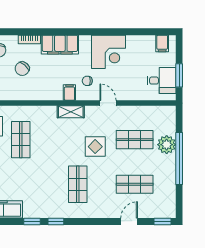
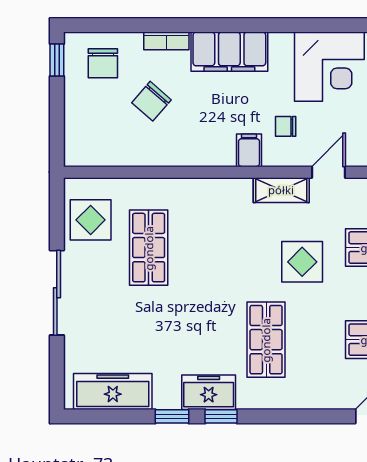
door: (108, 103) -> (328, 172), hinge flipped
shelving: (71, 112) -> (281, 190), moved
freezer: (50, 210) -> (209, 392), added

